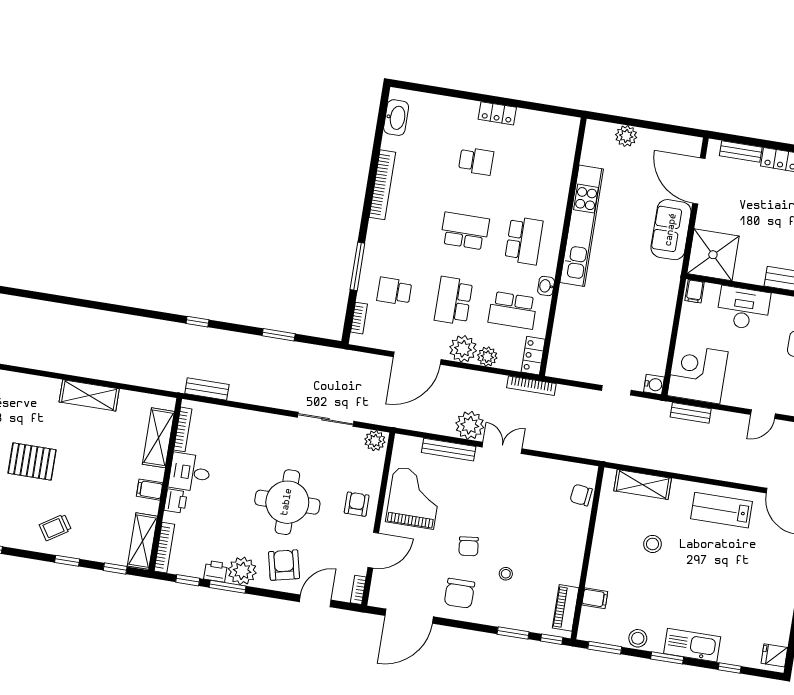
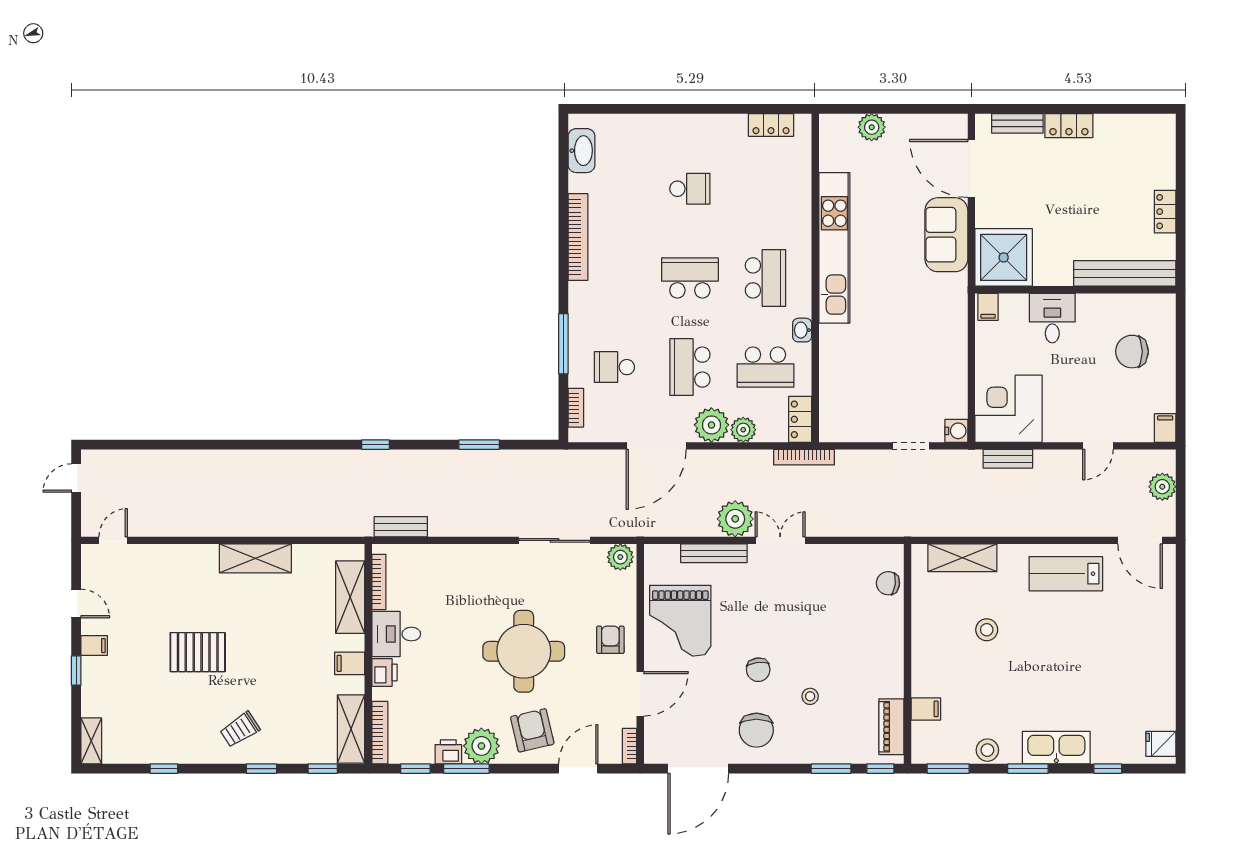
locker: (497, 113) -> (771, 125), moved
desk: (743, 308) -> (1052, 318), width x0.73
grand piano: (414, 498) -> (680, 621), turned 180

